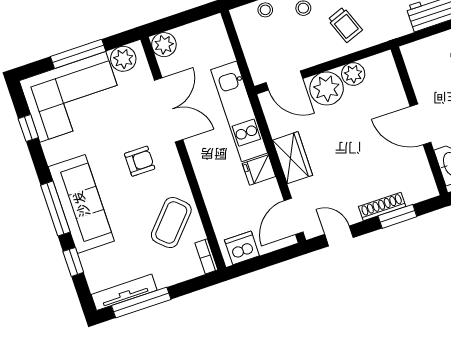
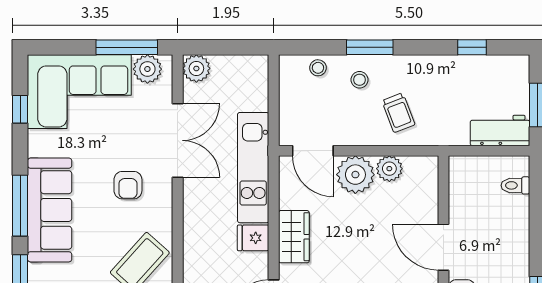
window: (78, 54) -> (127, 47), moved
armchair: (140, 161) -> (128, 185), turned 90

